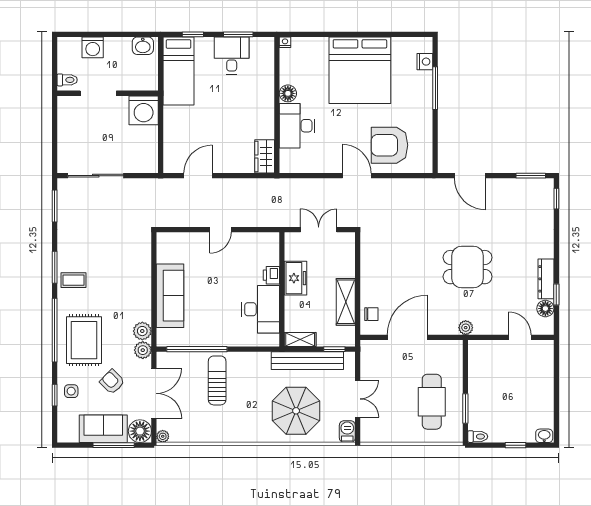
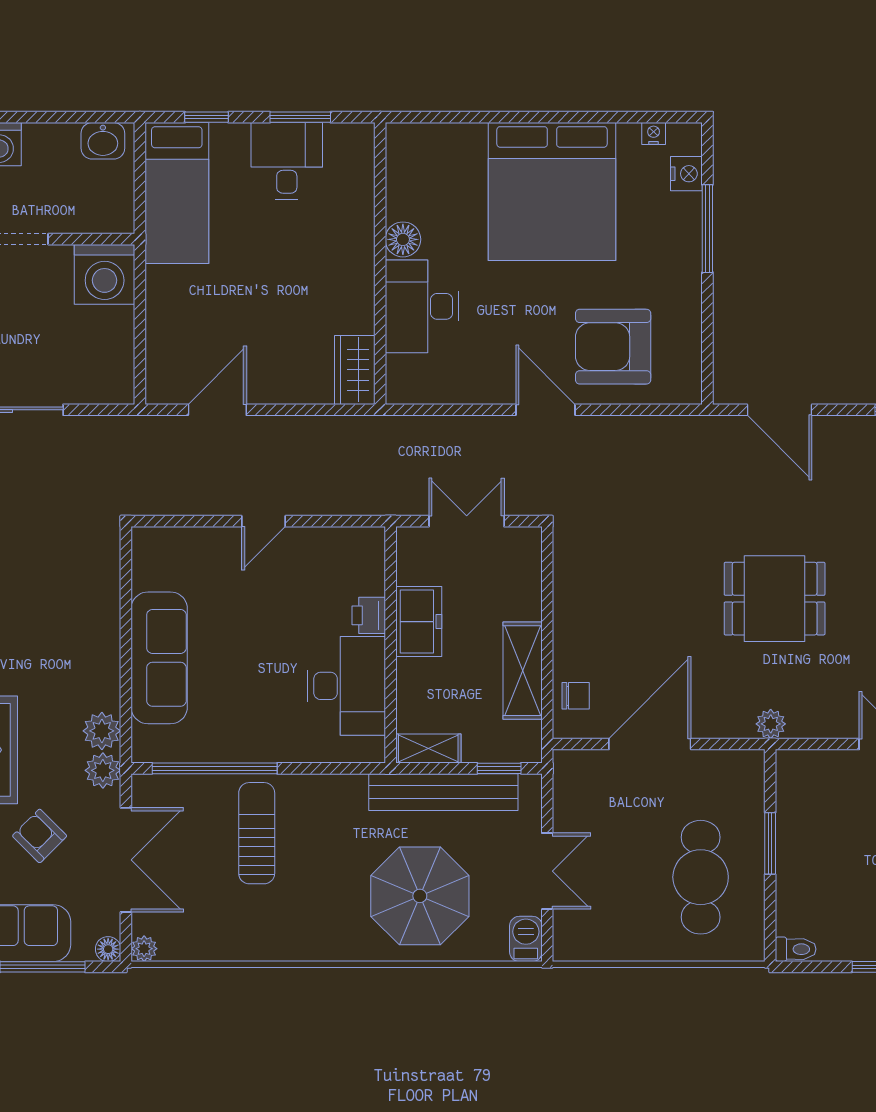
nightstand: (285, 42) -> (654, 134), moved
window: (465, 409) -> (770, 843), moved
floor lamp: (140, 431) -> (108, 949), width x0.53, depth x0.53

